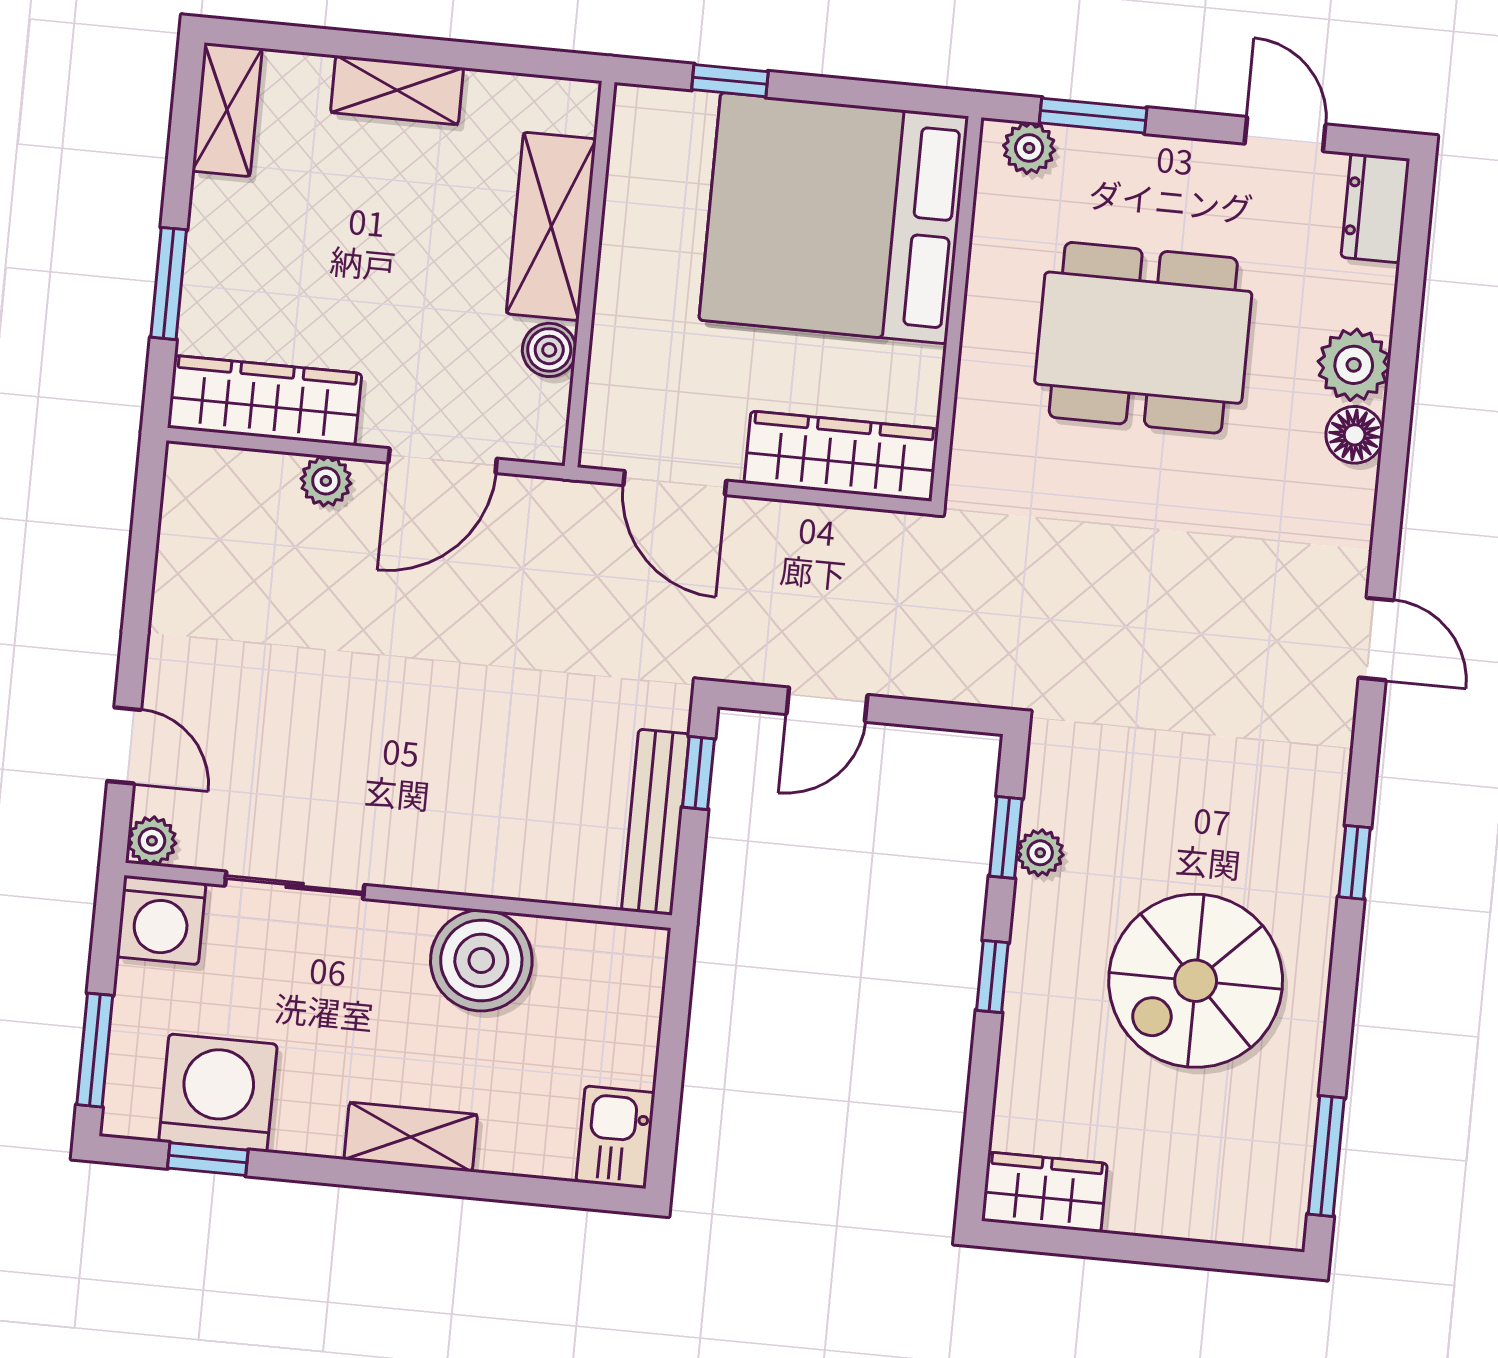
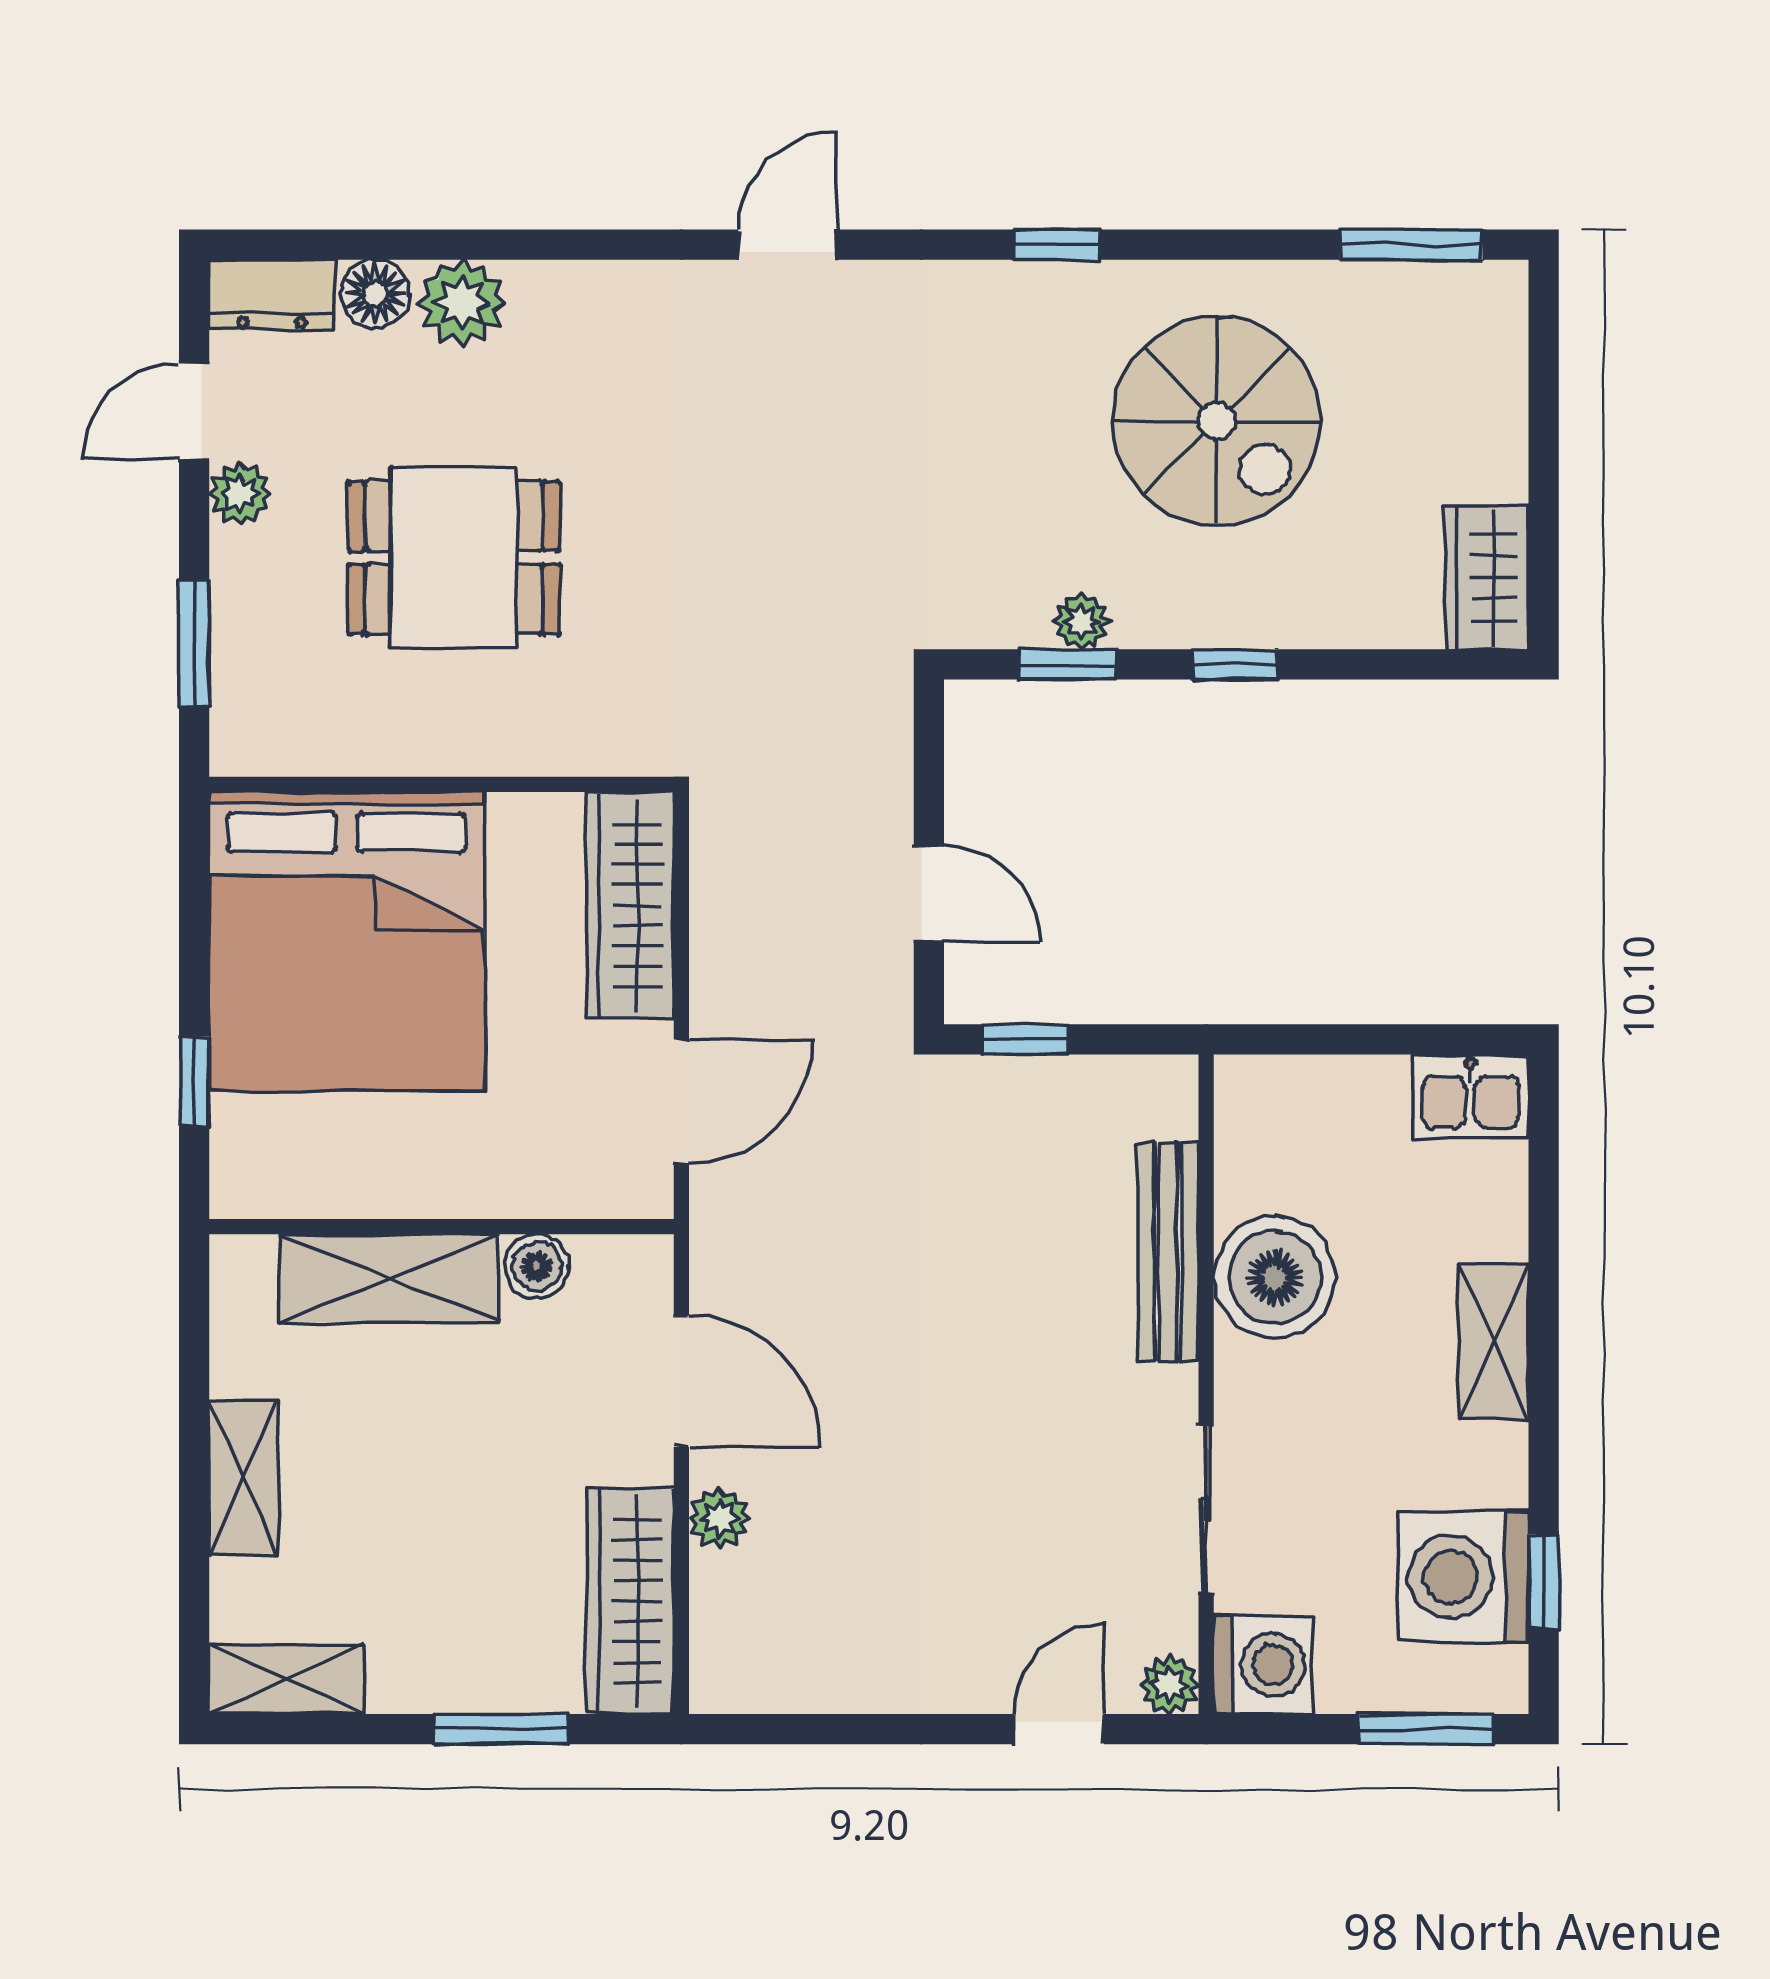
plant: (1029, 148) -> (240, 493), moved
dining table: (1143, 338) -> (454, 558), width x0.73
floor lamp: (1355, 435) -> (375, 294), moved
bench: (655, 822) -> (1168, 1252), moved, turned 90

